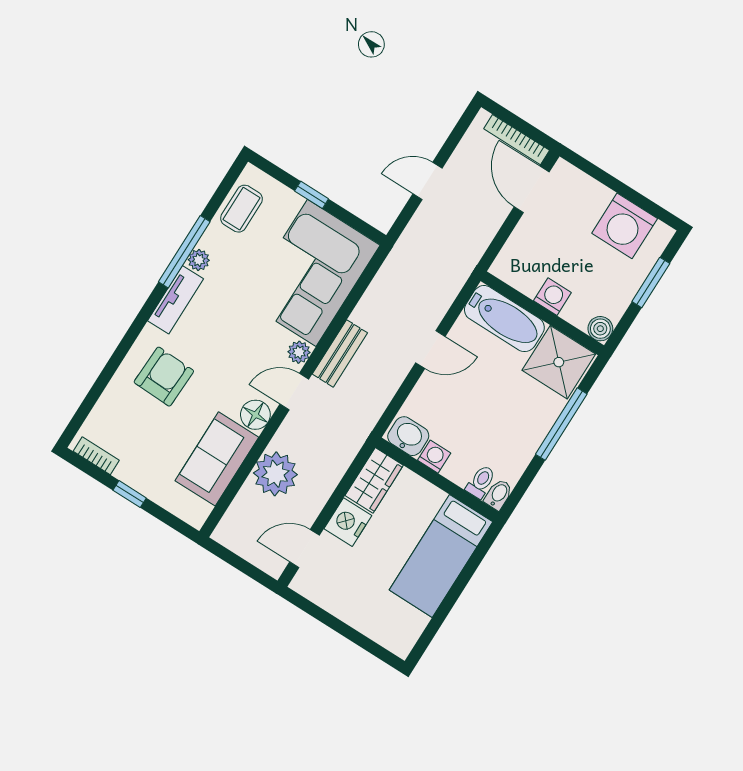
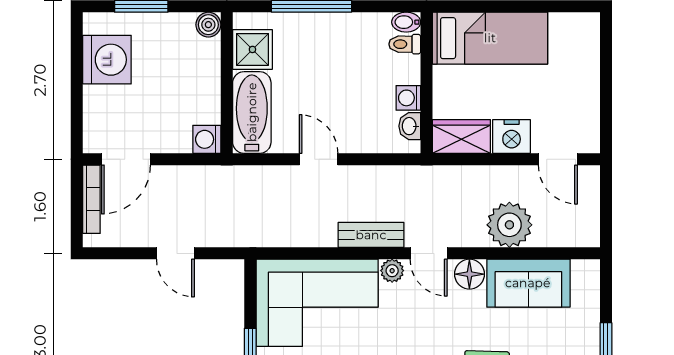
washing machine: (552, 297) -> (207, 139), moved
shower: (559, 362) -> (252, 49), width x0.73, depth x0.73
washbasin: (408, 436) -> (410, 126), width x0.72, depth x0.69

